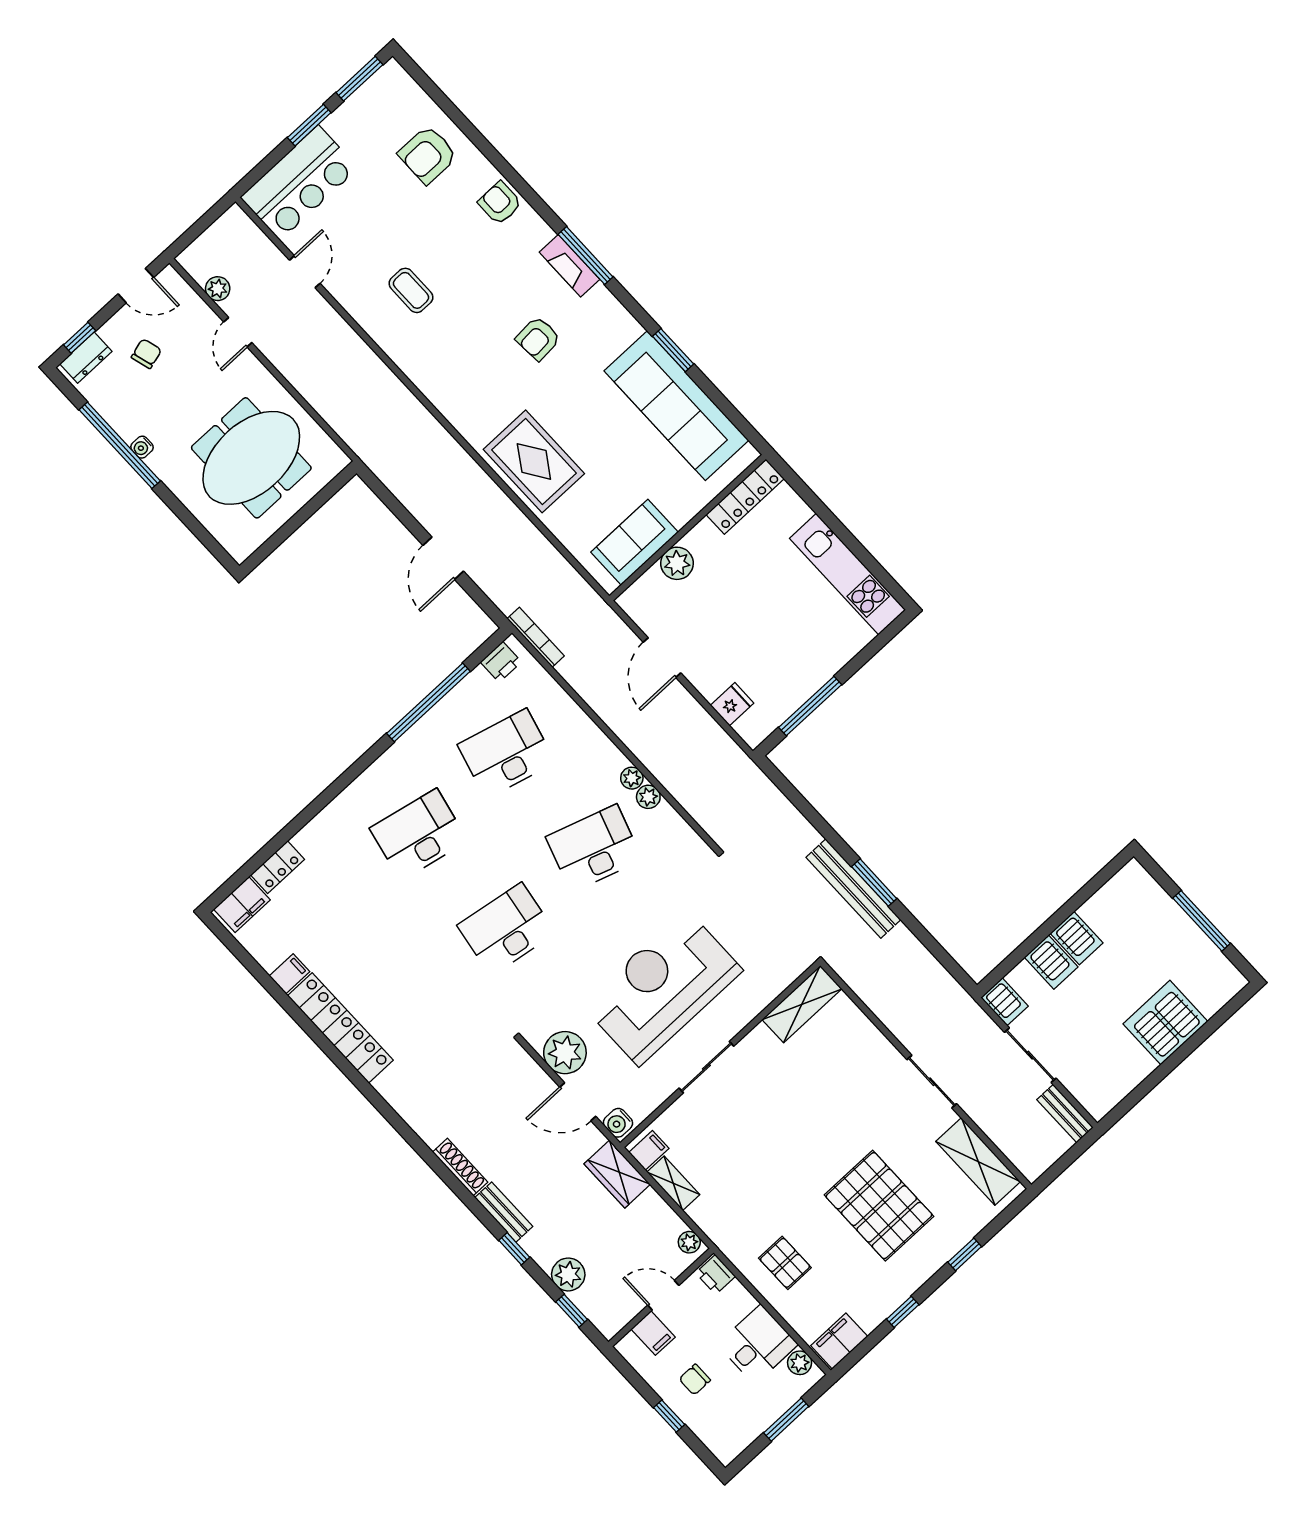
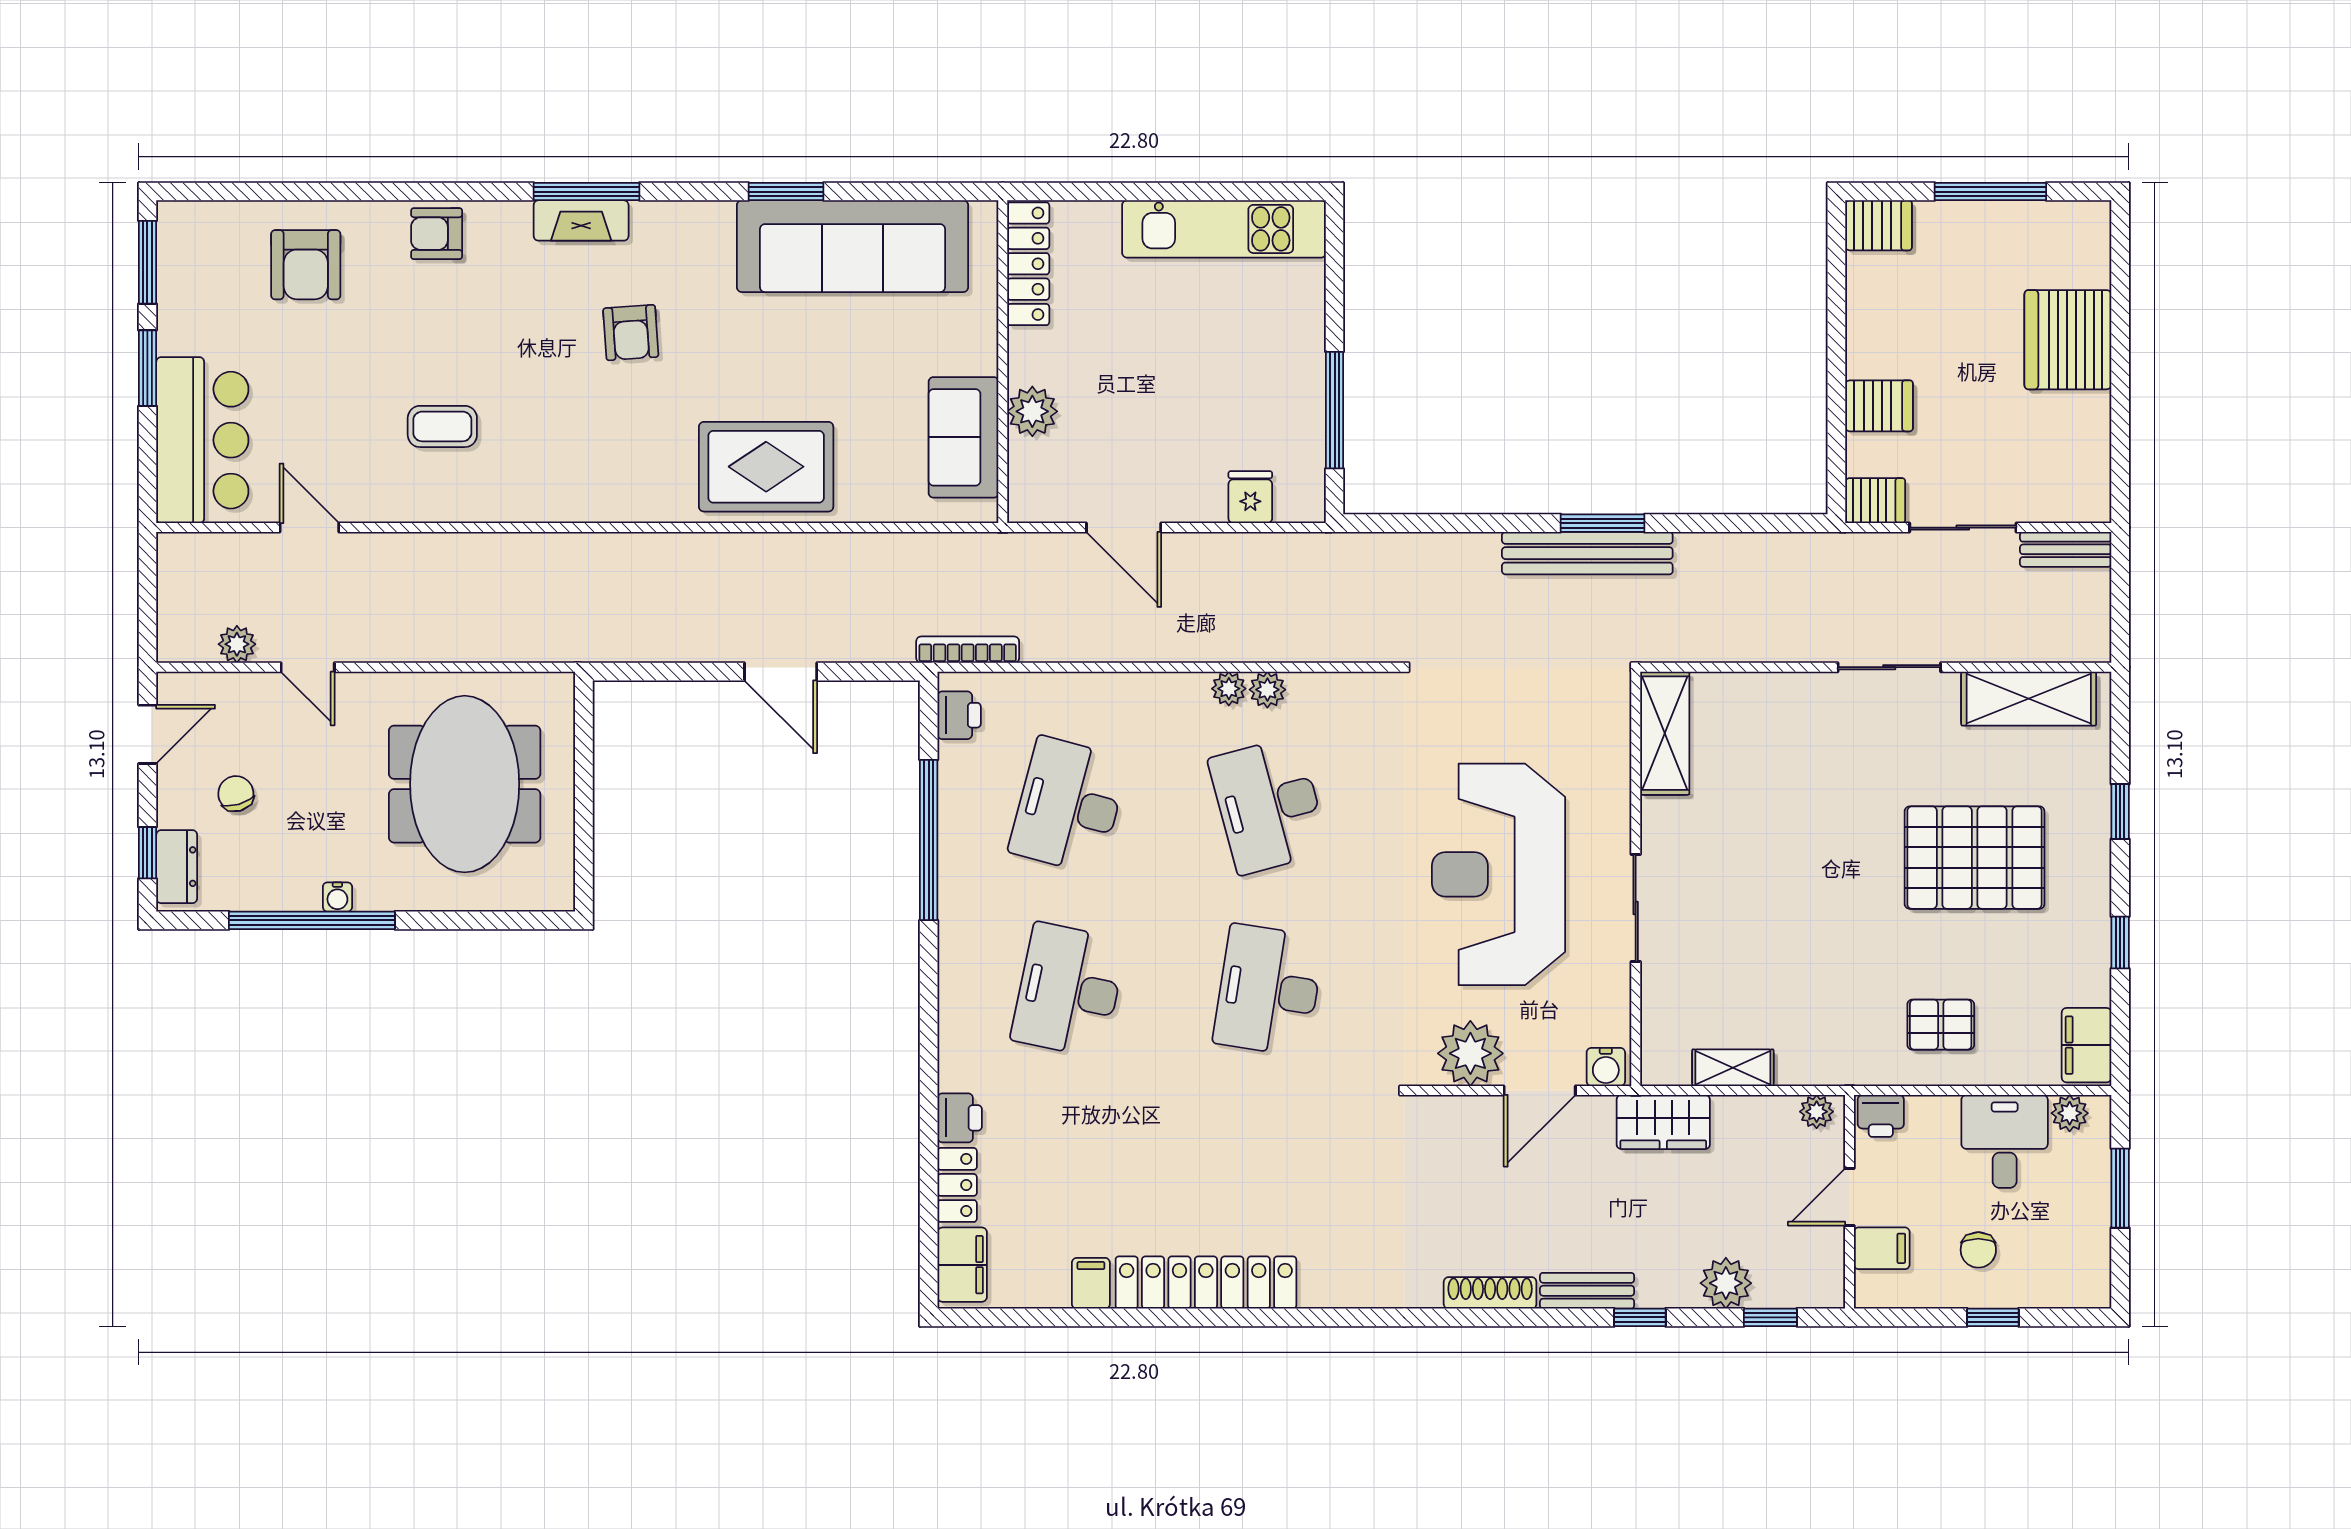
printer: (310, 839) -> (960, 1118), added
desk: (594, 848) -> (1269, 805), turned -33
server rack: (1077, 938) -> (1878, 225), moved
filing cabinet: (649, 1150) -> (1670, 1061), removed

